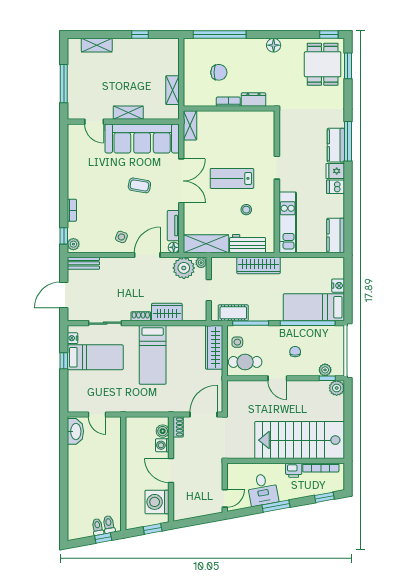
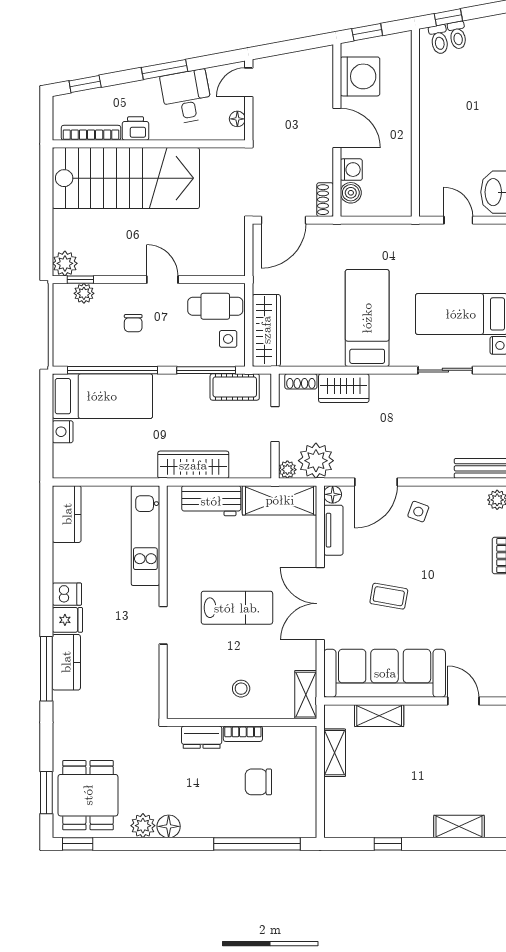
plant: (289, 46) -> (143, 826), added
shelving: (128, 113) -> (379, 716), moved
stool: (246, 210) -> (241, 689), moved
shoe rack: (141, 316) -> (301, 381), moved
floor lamp: (232, 476) -> (237, 119), added

